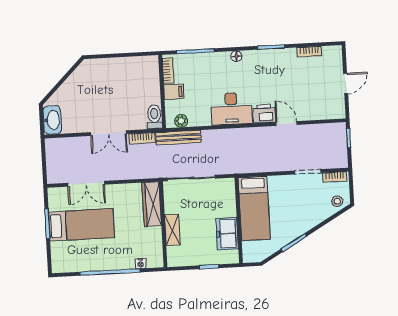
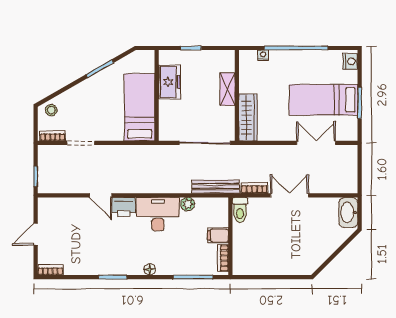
bookcase: (309, 52) -> (50, 270), moved
plant: (181, 121) -> (187, 204), moved
nightstand: (58, 262) -> (350, 61), added

